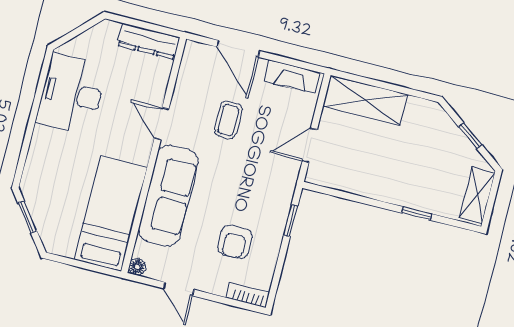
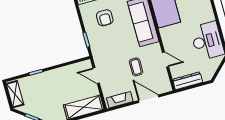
door: (162, 124) -> (166, 60), moved
door: (310, 145) -> (96, 75), swing flipped
armchair: (235, 242) -> (105, 18), turned 180

